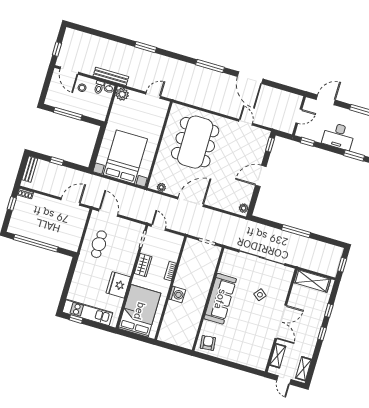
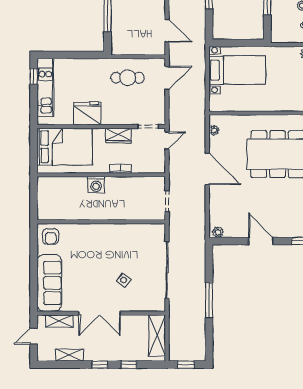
bed with nightstands: (125, 157) -> (237, 70), width x0.73
sofa: (220, 299) -> (49, 283), moved, turned -90
armchair: (208, 343) -> (51, 236), turned 96
shelving: (303, 369) -> (69, 355), moved

